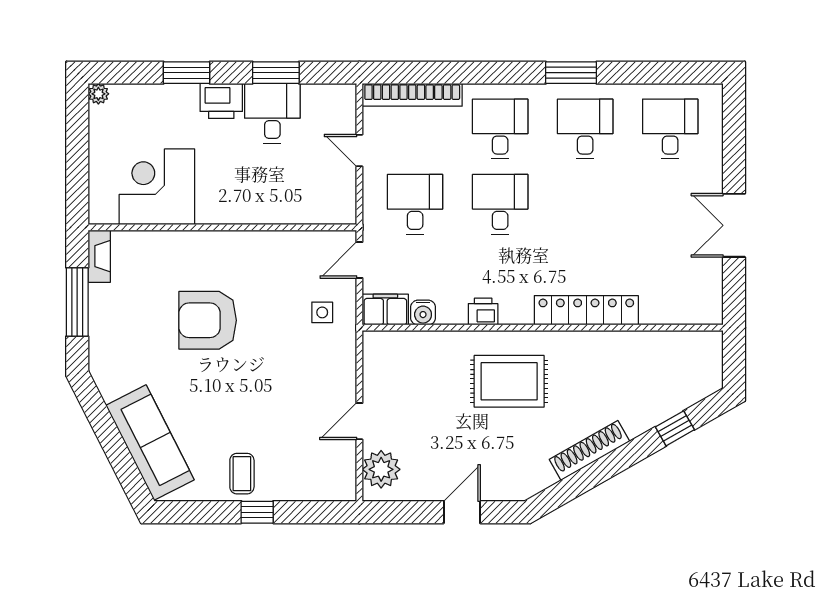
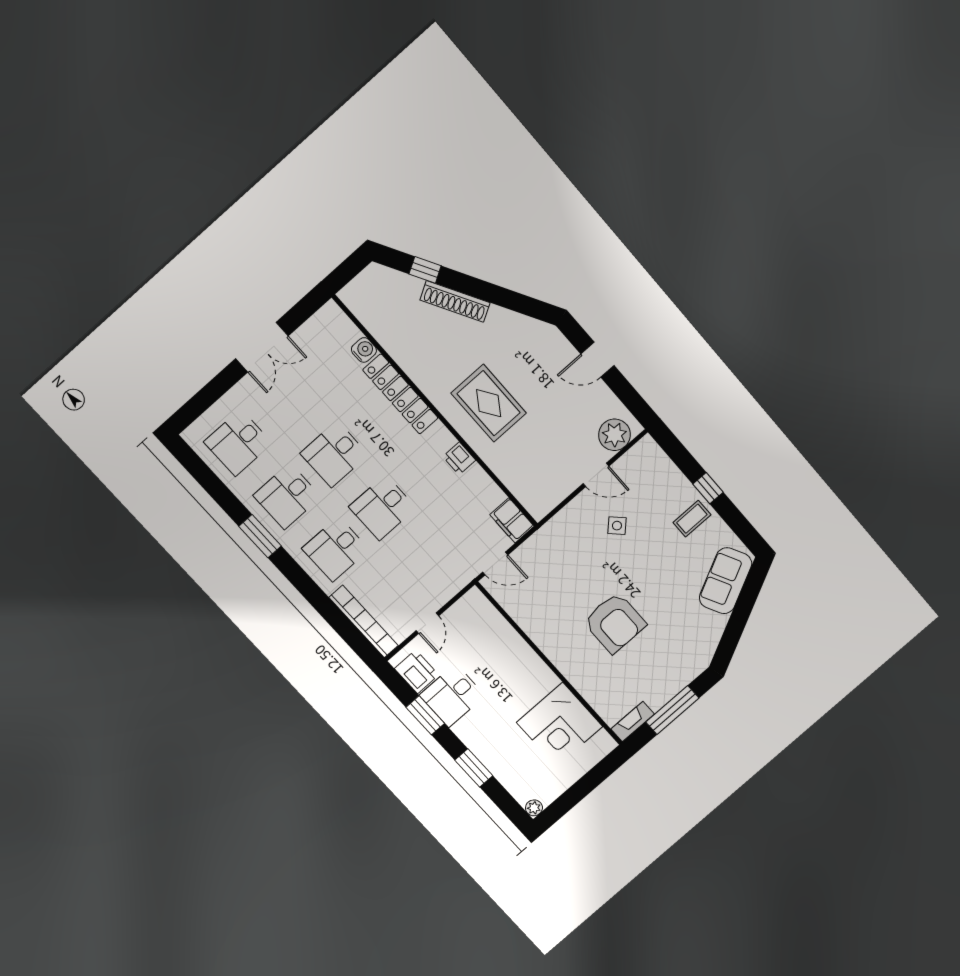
printer: (221, 101) -> (417, 672), moved
desk: (415, 204) -> (334, 454), moved
side table: (322, 312) -> (617, 526), moved, turned 45
water cooler: (423, 313) -> (364, 350), moved
sofa: (150, 443) -> (726, 581), width x0.73
shoe rack: (590, 450) -> (455, 301), moved

